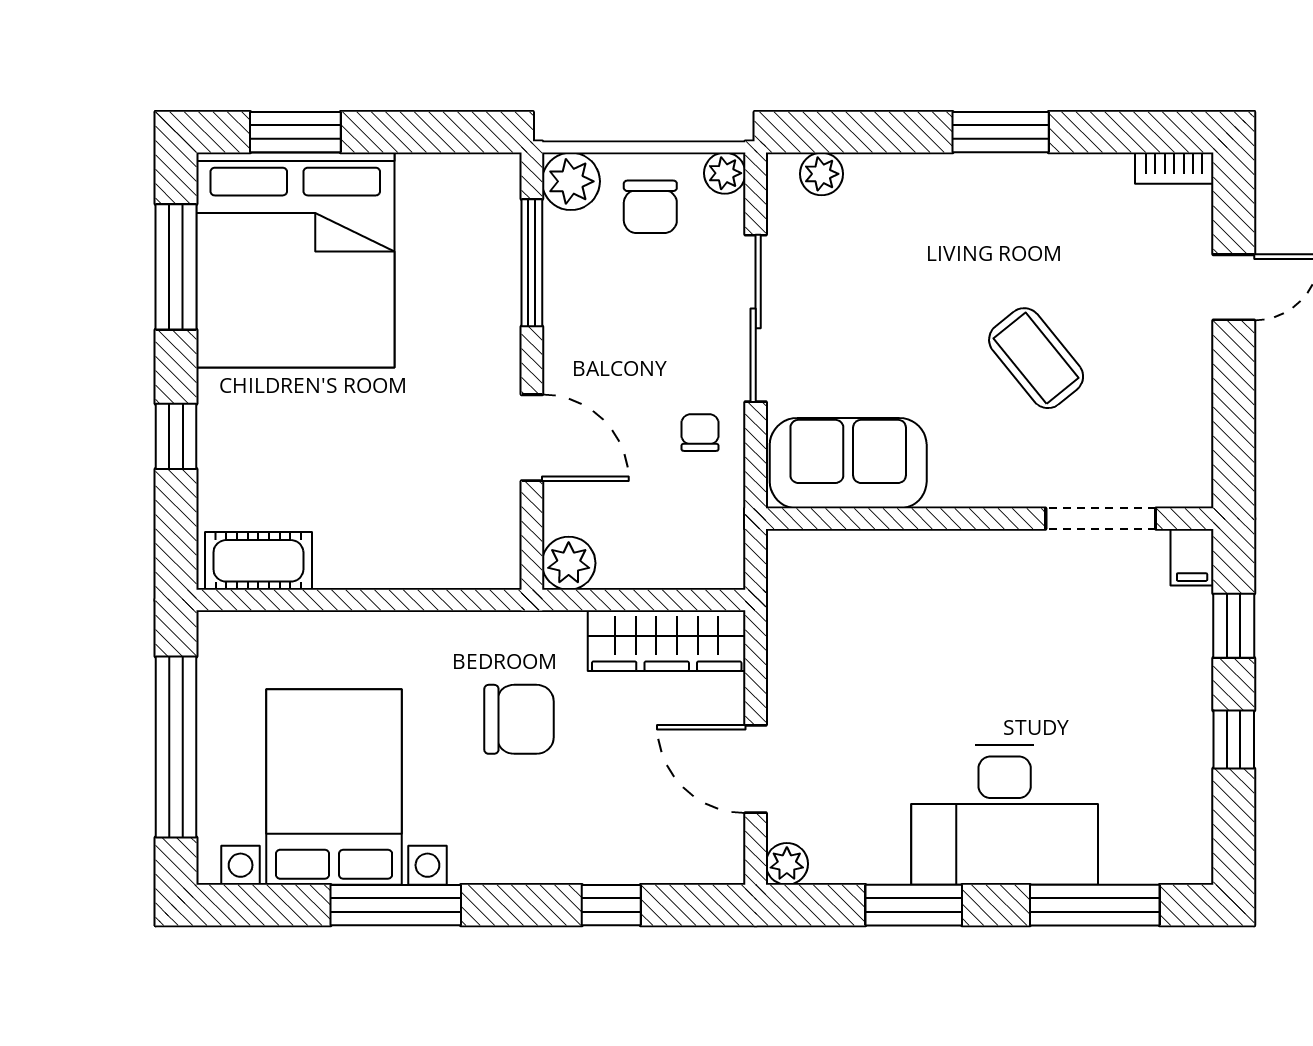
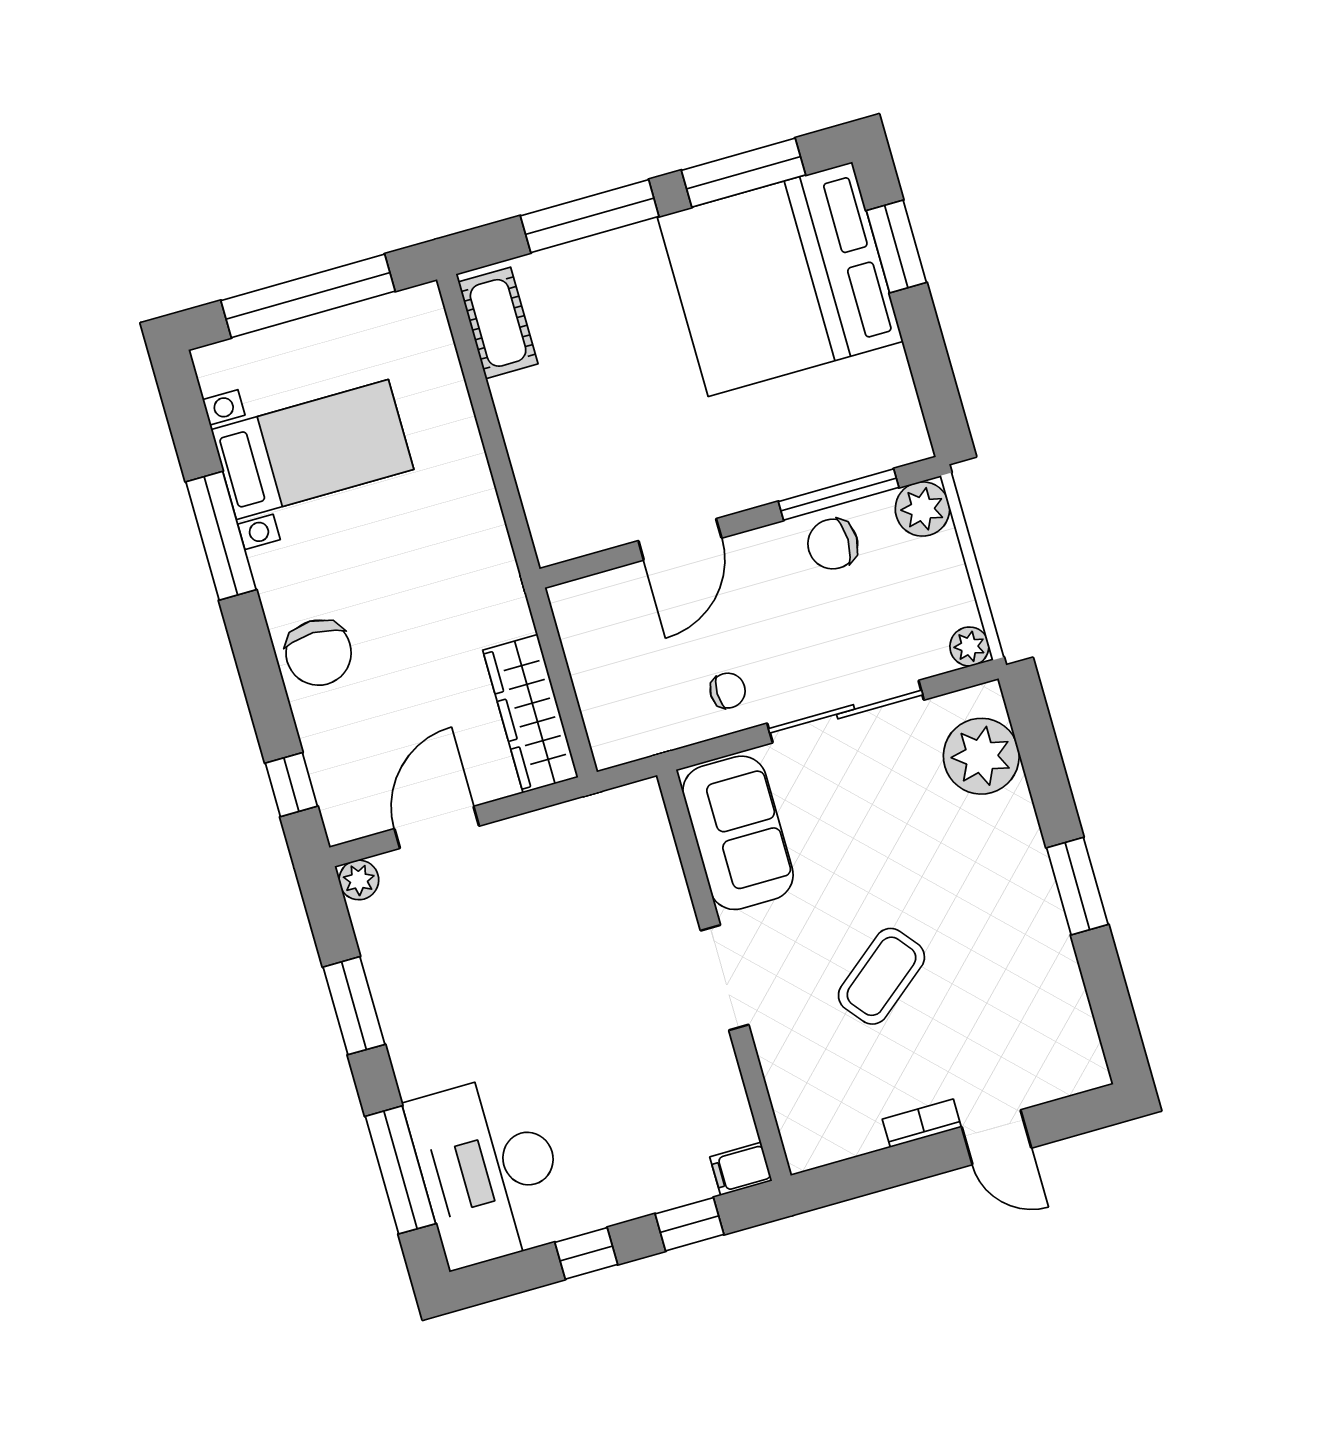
bookcase: (1174, 168) -> (922, 1123), moved, turned 90
plant: (821, 174) -> (981, 756), width x1.88, depth x1.88
chair: (650, 207) -> (833, 544), moved
window: (176, 436) -> (590, 216), width x2.17
doorway: (1101, 519) -> (725, 978), moved
plant: (569, 563) -> (576, 605), removed
chair: (519, 719) -> (319, 653), moved
bed with nightstands: (334, 787) -> (312, 450), width x0.73
desk: (1005, 815) -> (489, 1170), moved
window: (611, 905) -> (291, 785), moved

